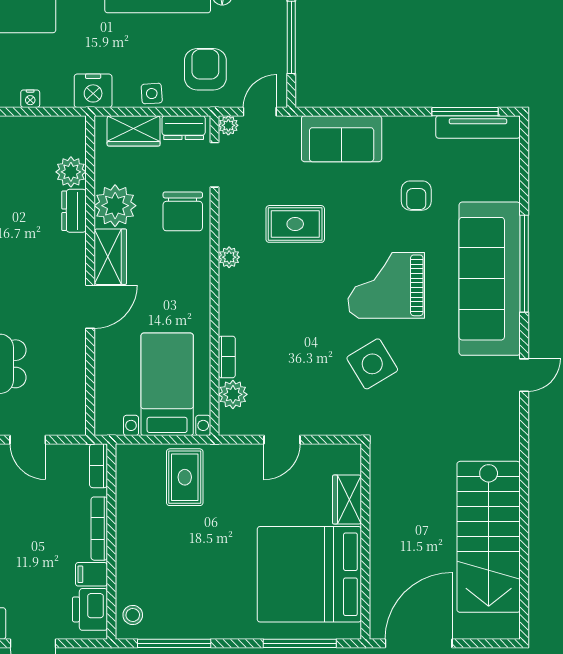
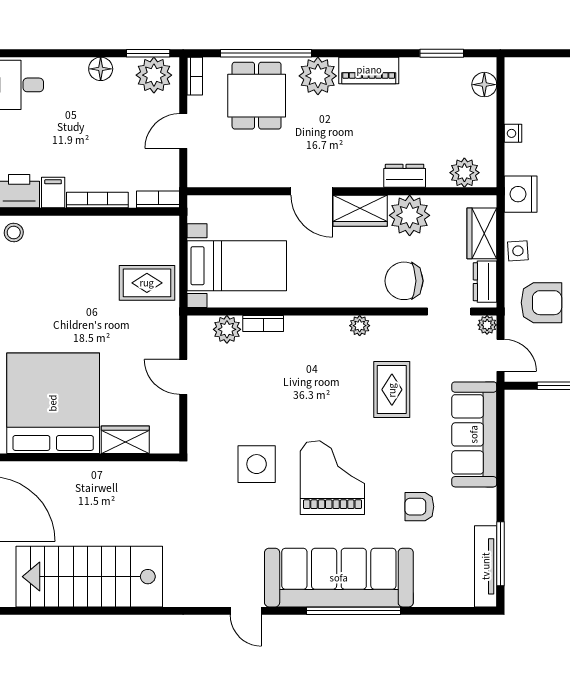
sofa: (342, 139) -> (474, 434), width x1.36
plant: (71, 172) -> (464, 173), moved
side table: (372, 364) -> (257, 464), turned 31

